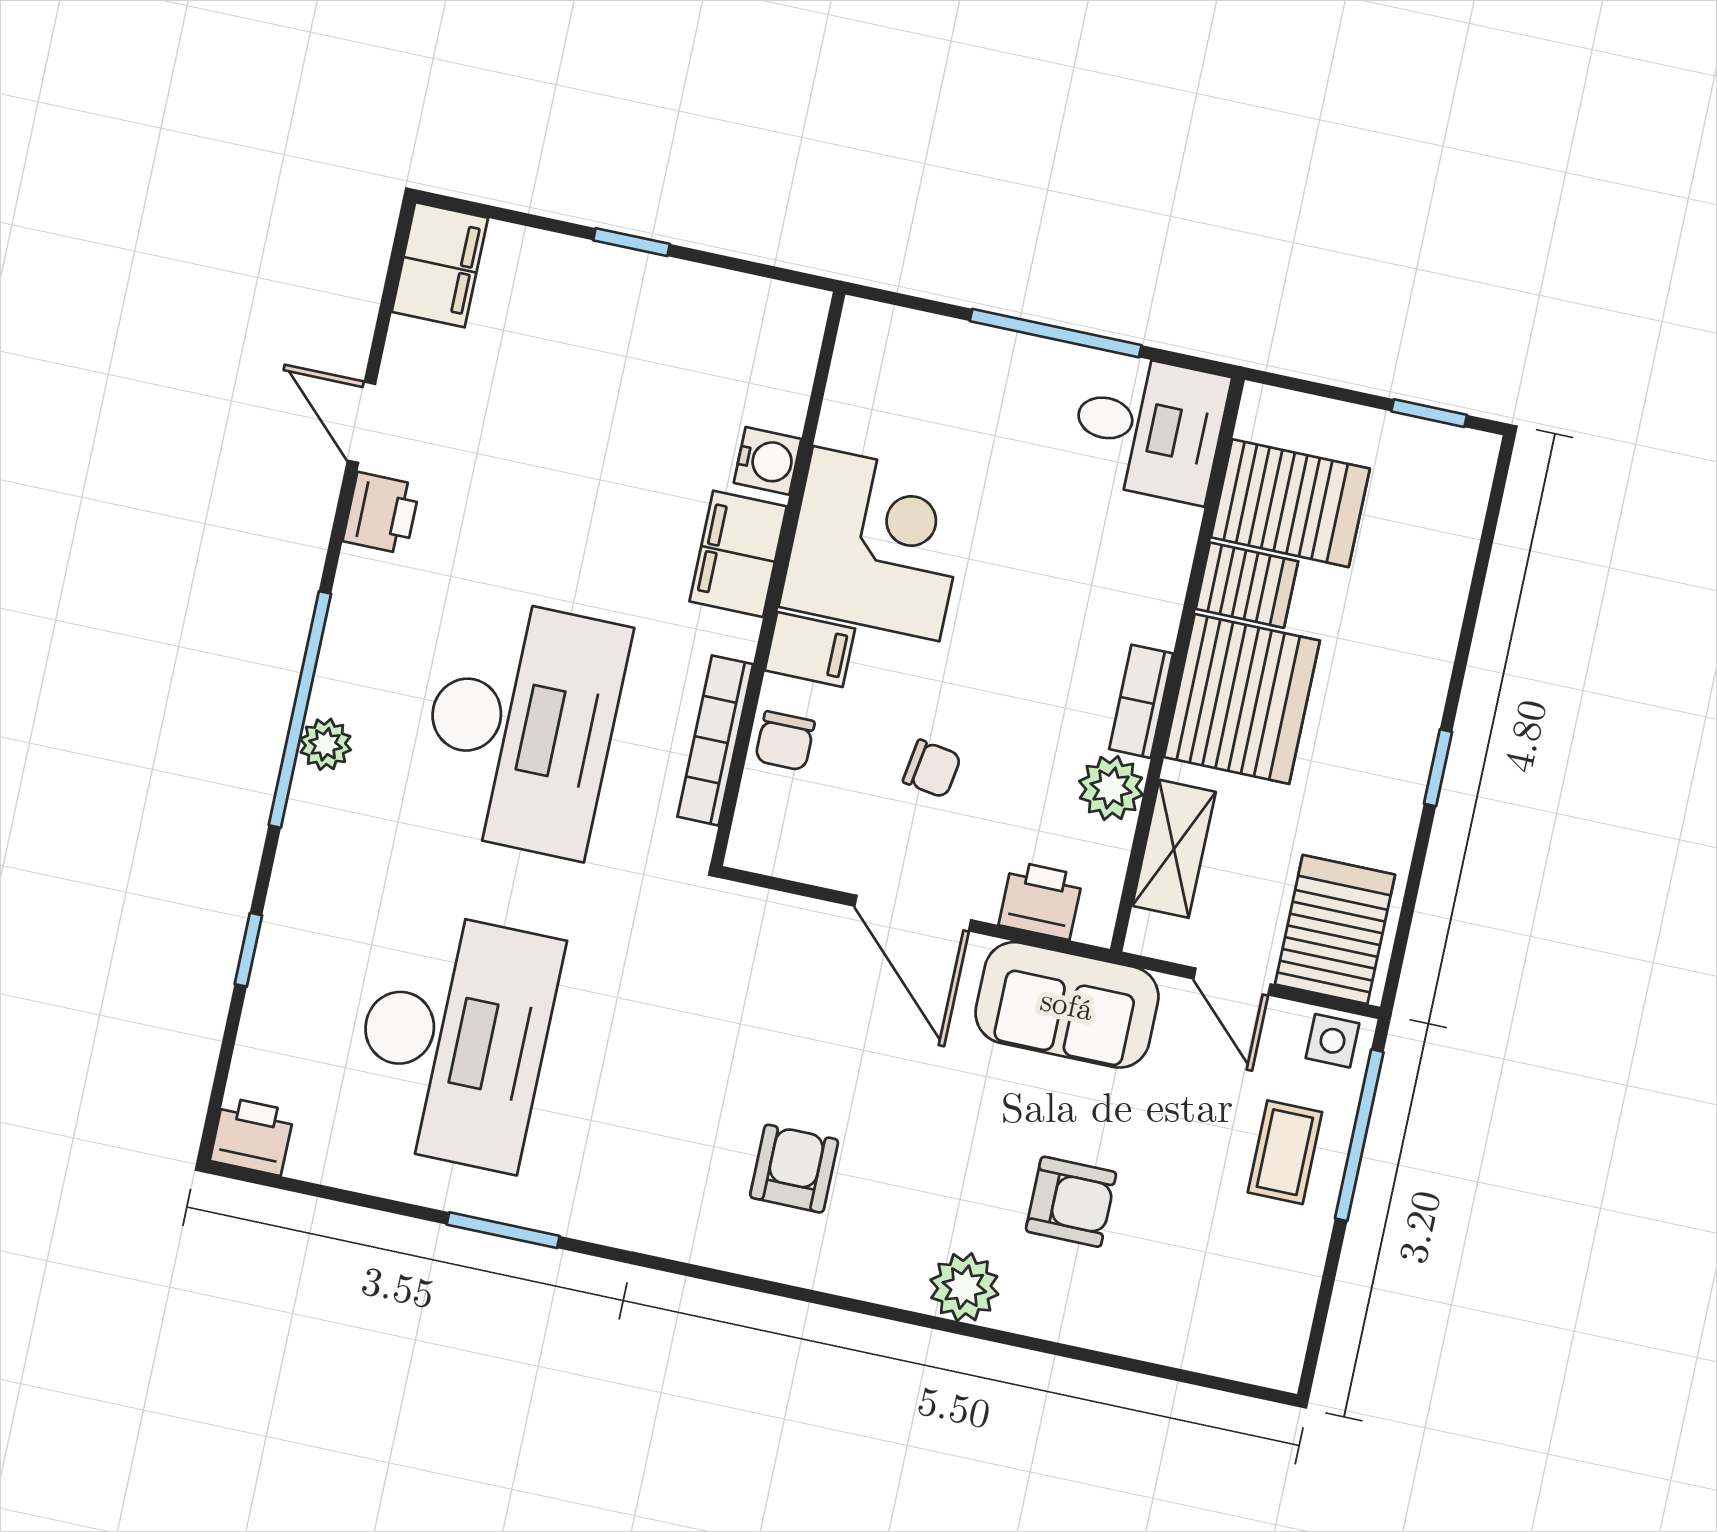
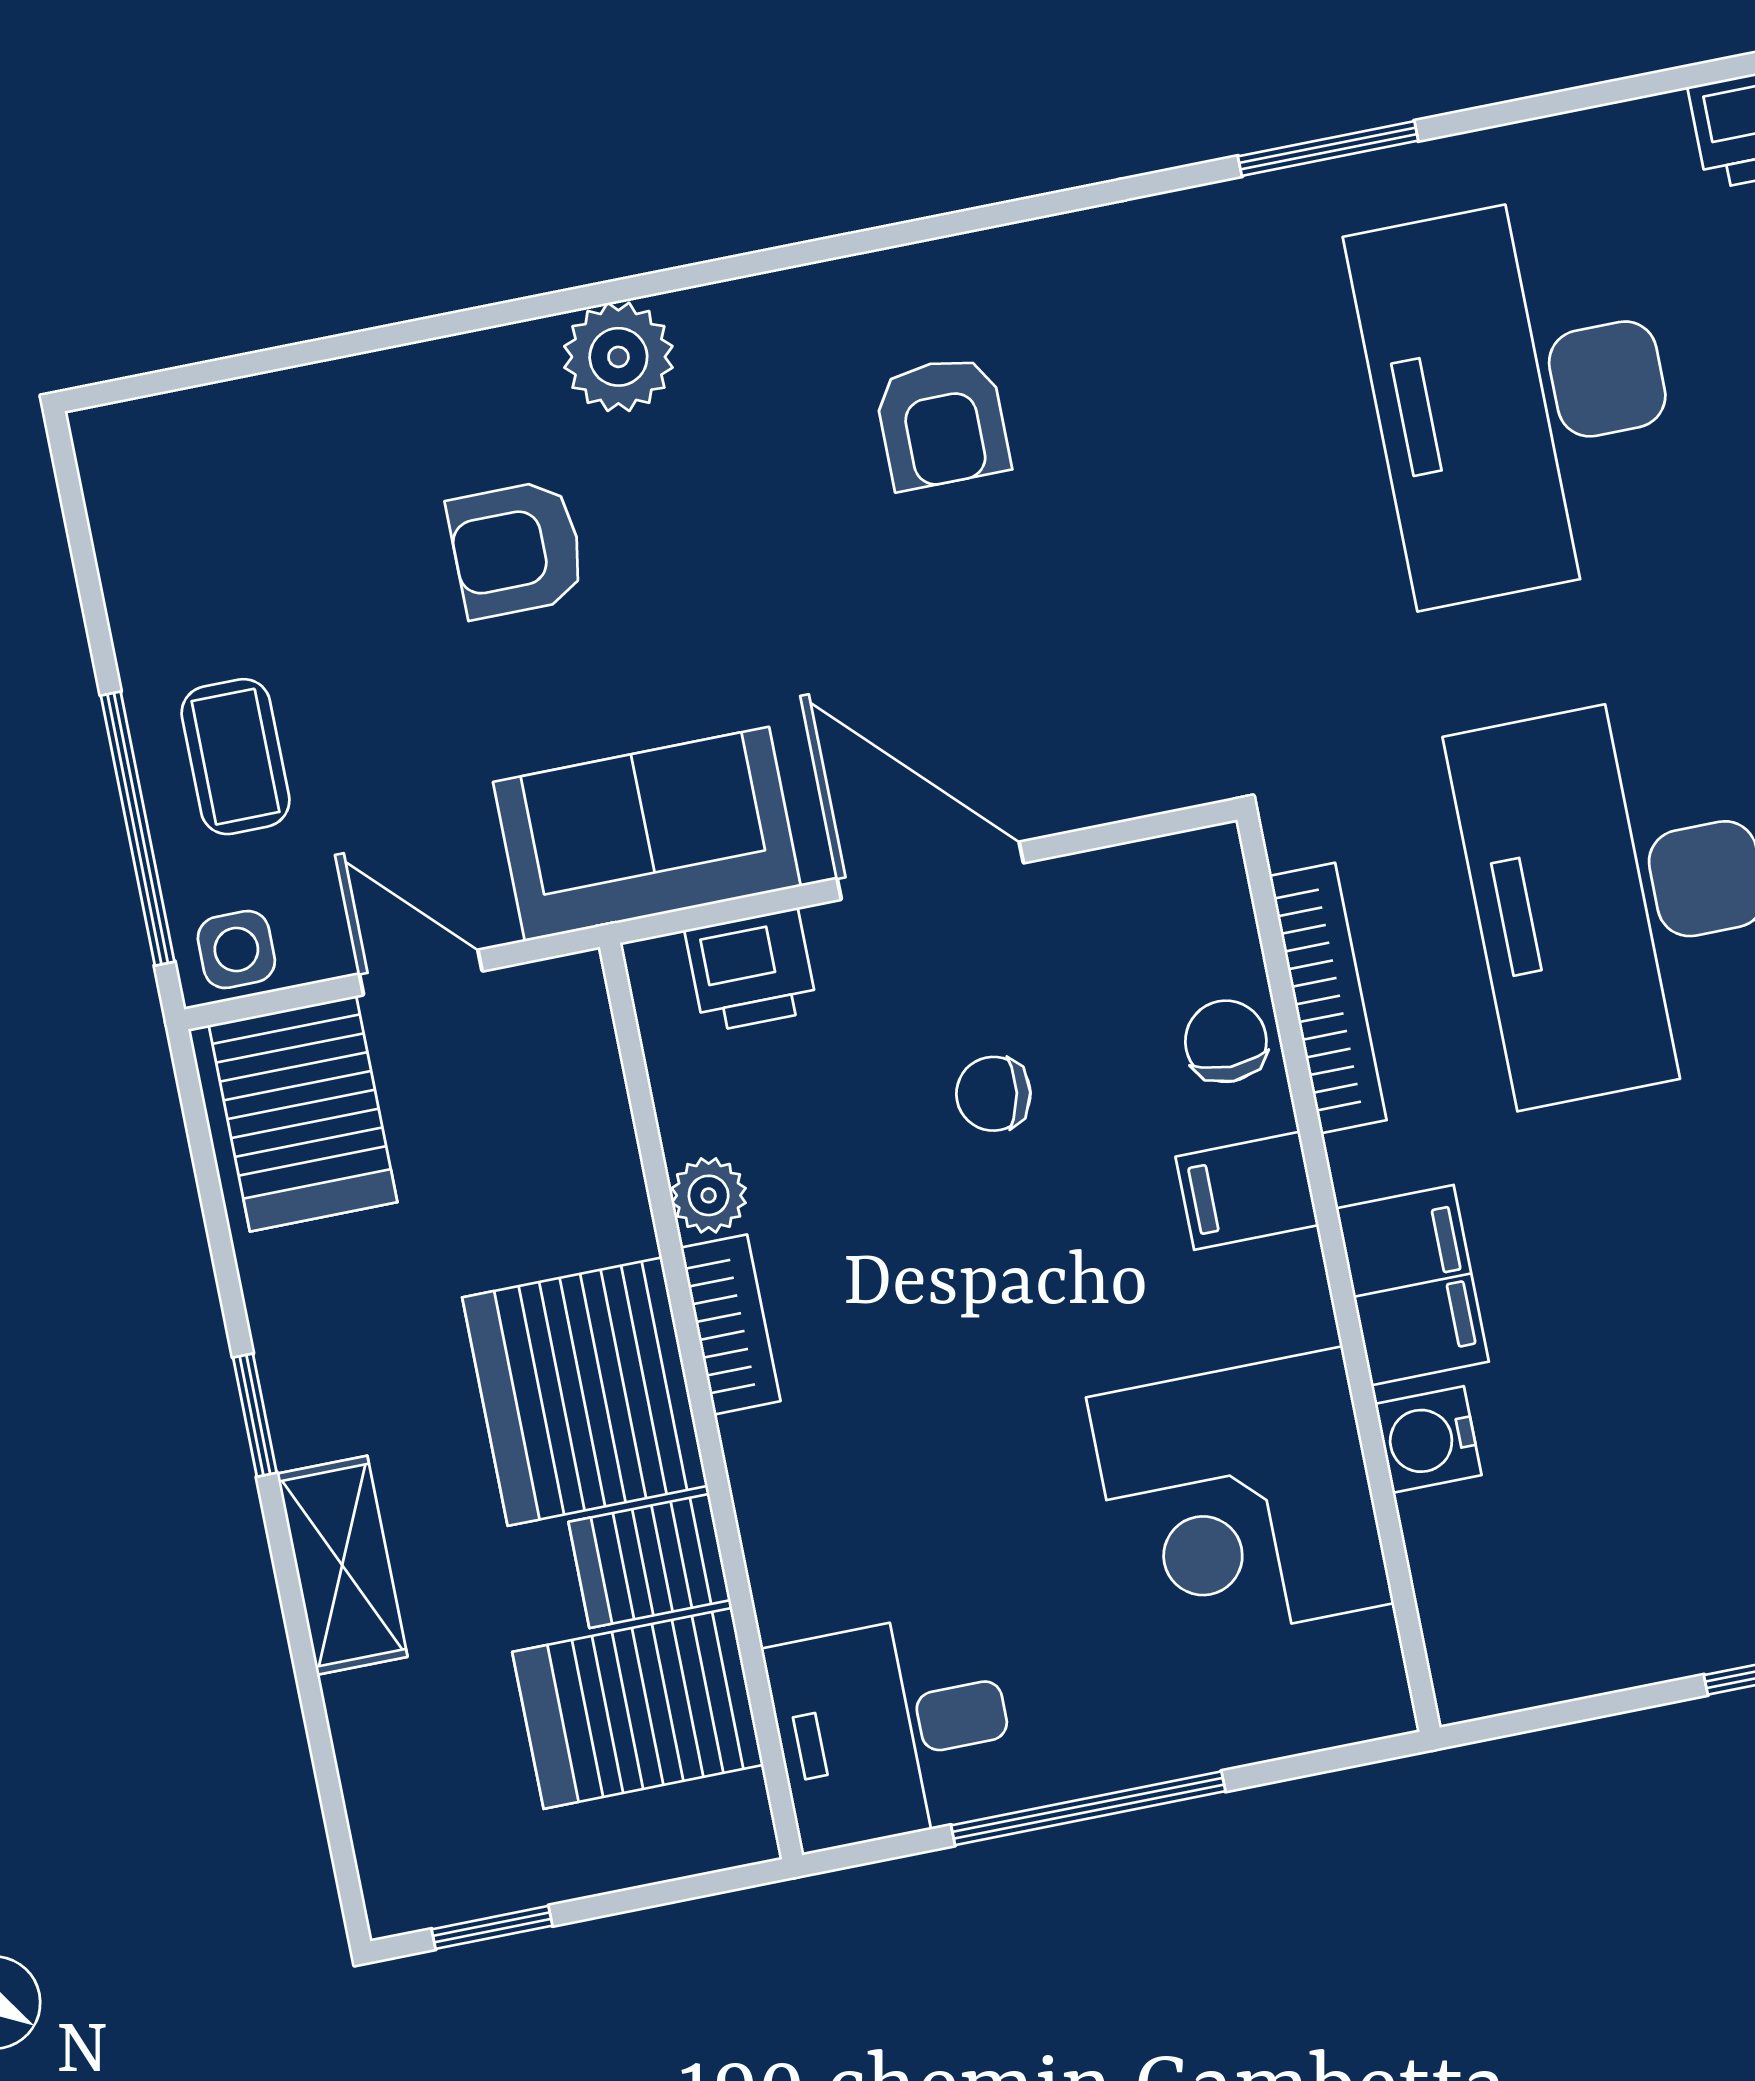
corner desk: (876, 544) -> (1240, 1500), moved
plant: (1111, 788) -> (709, 1195), width x0.73, depth x0.73
shelving: (1174, 849) -> (342, 1565), moved

